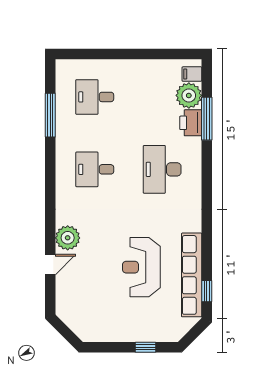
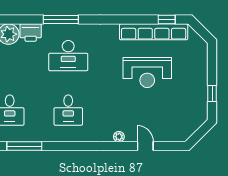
window: (207, 119) -> (61, 20), moved
plant: (68, 238) -> (119, 137), width x0.53, depth x0.53
window: (145, 347) -> (212, 93), moved

